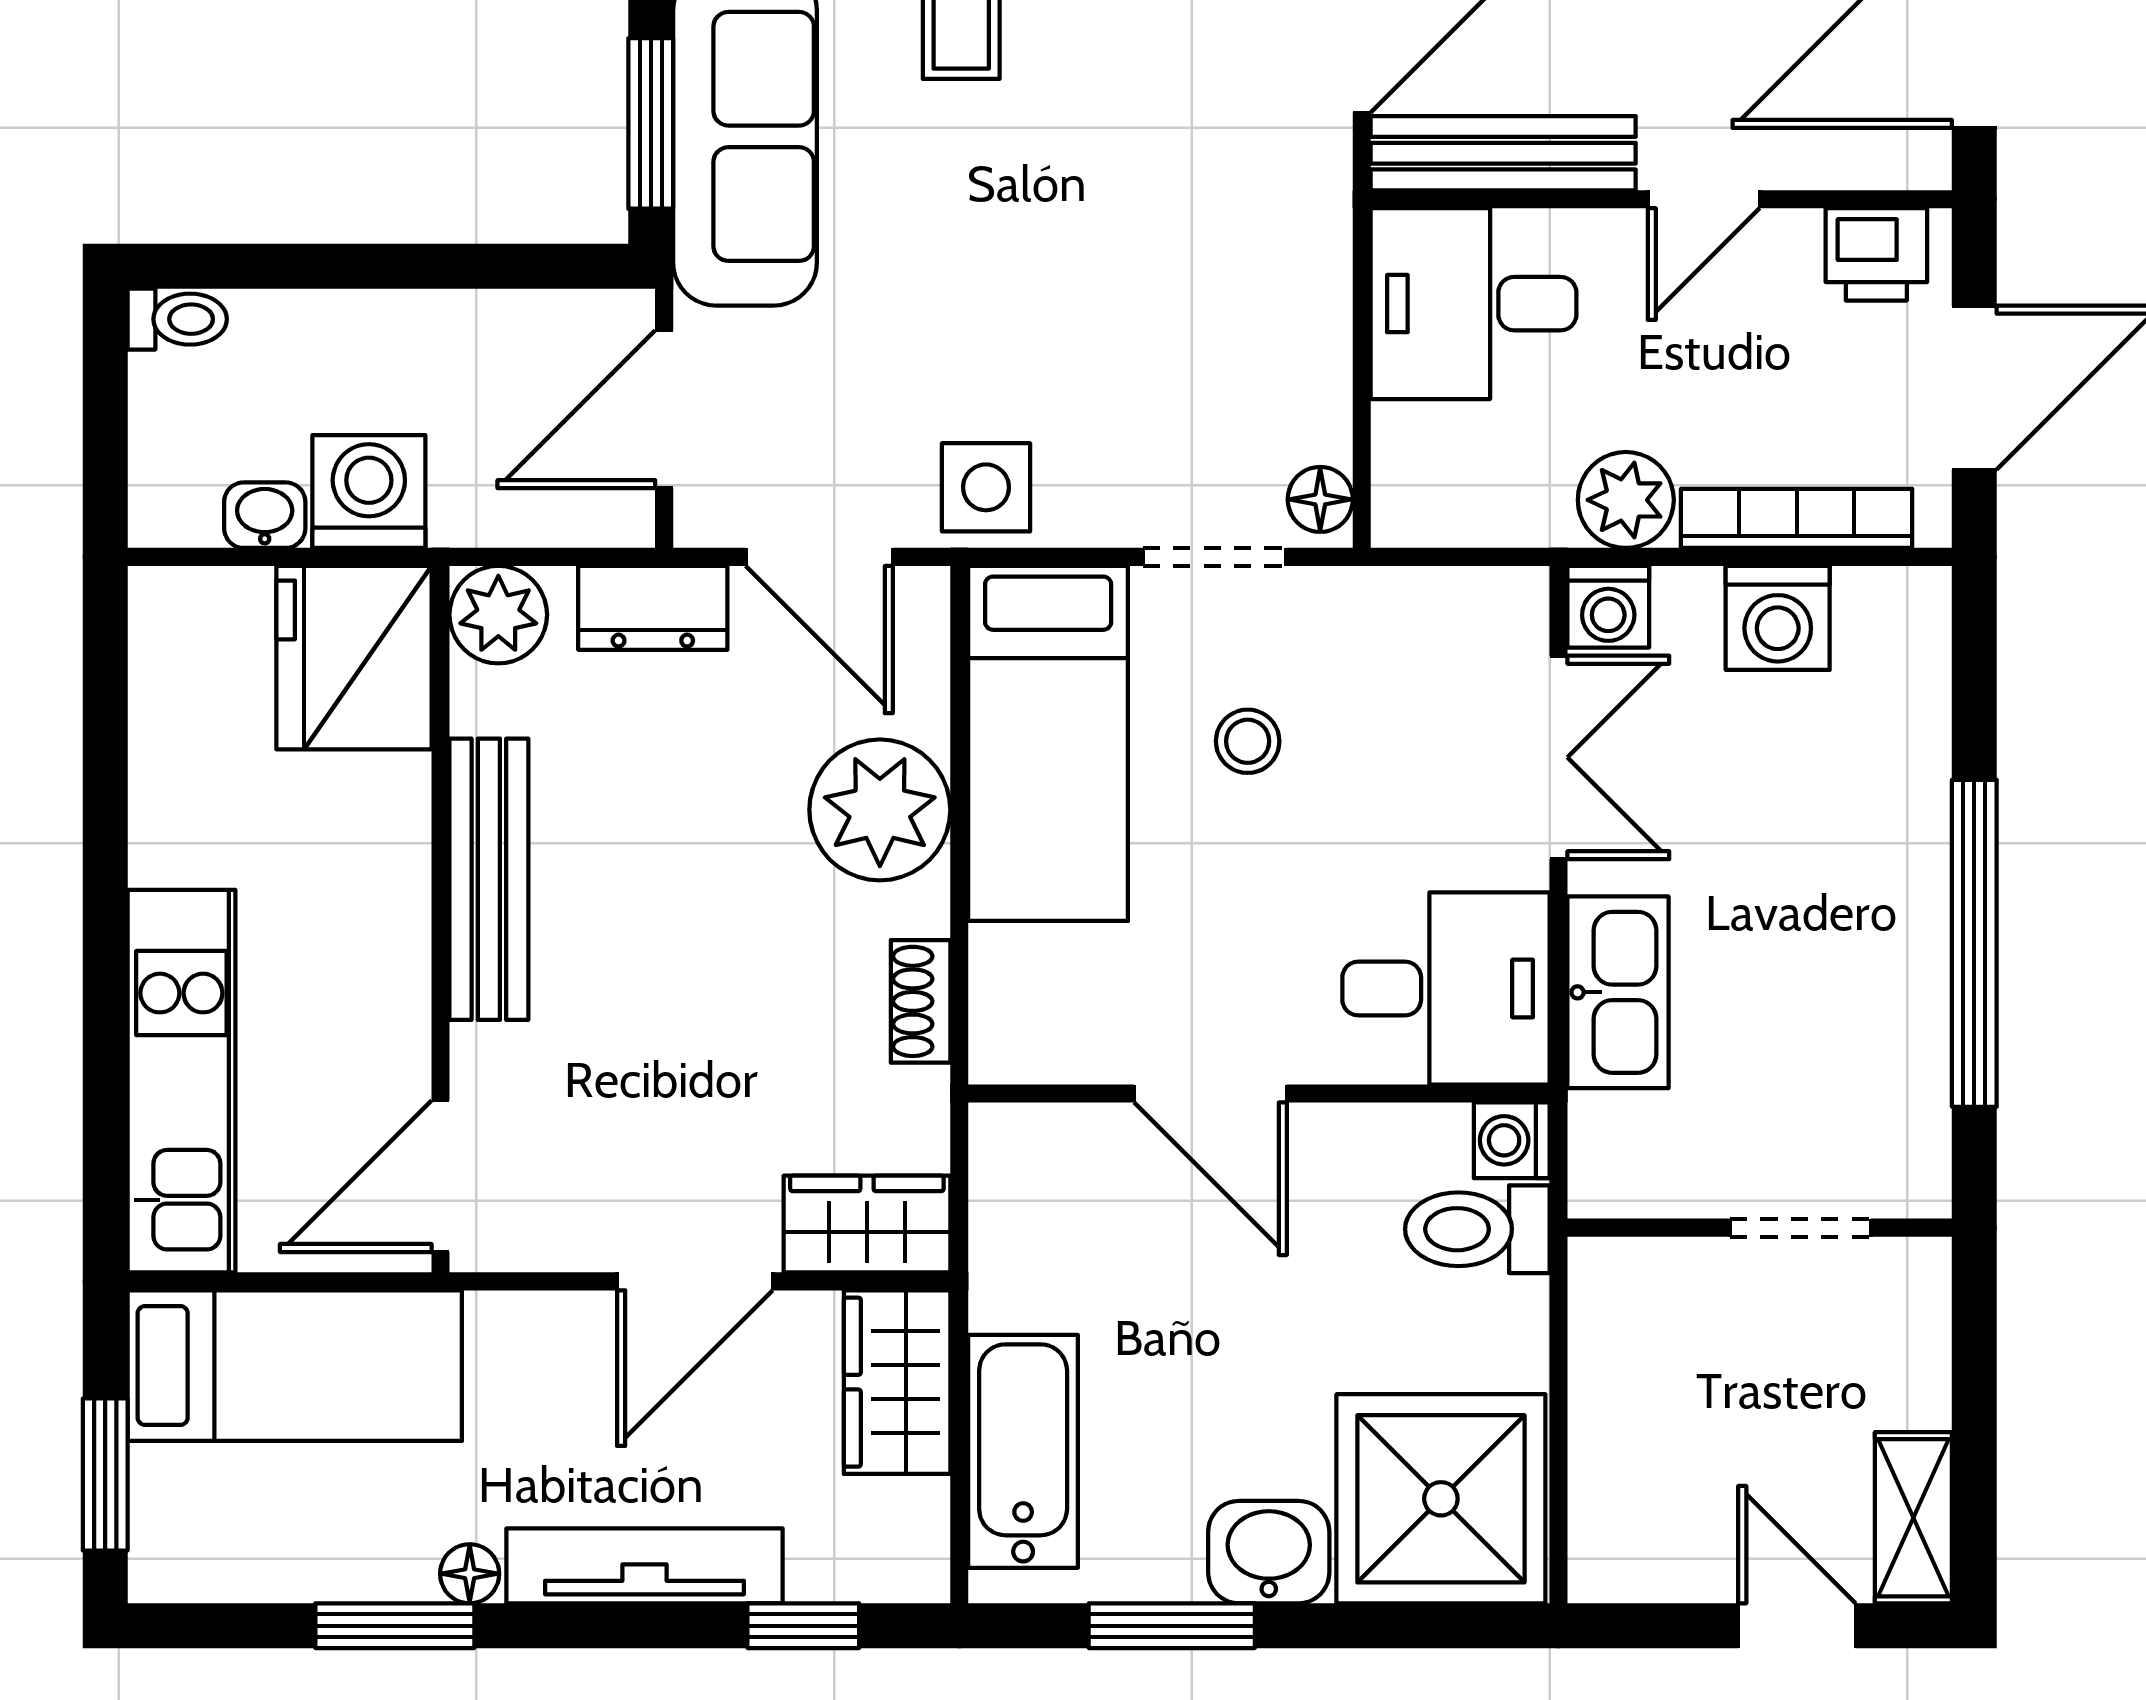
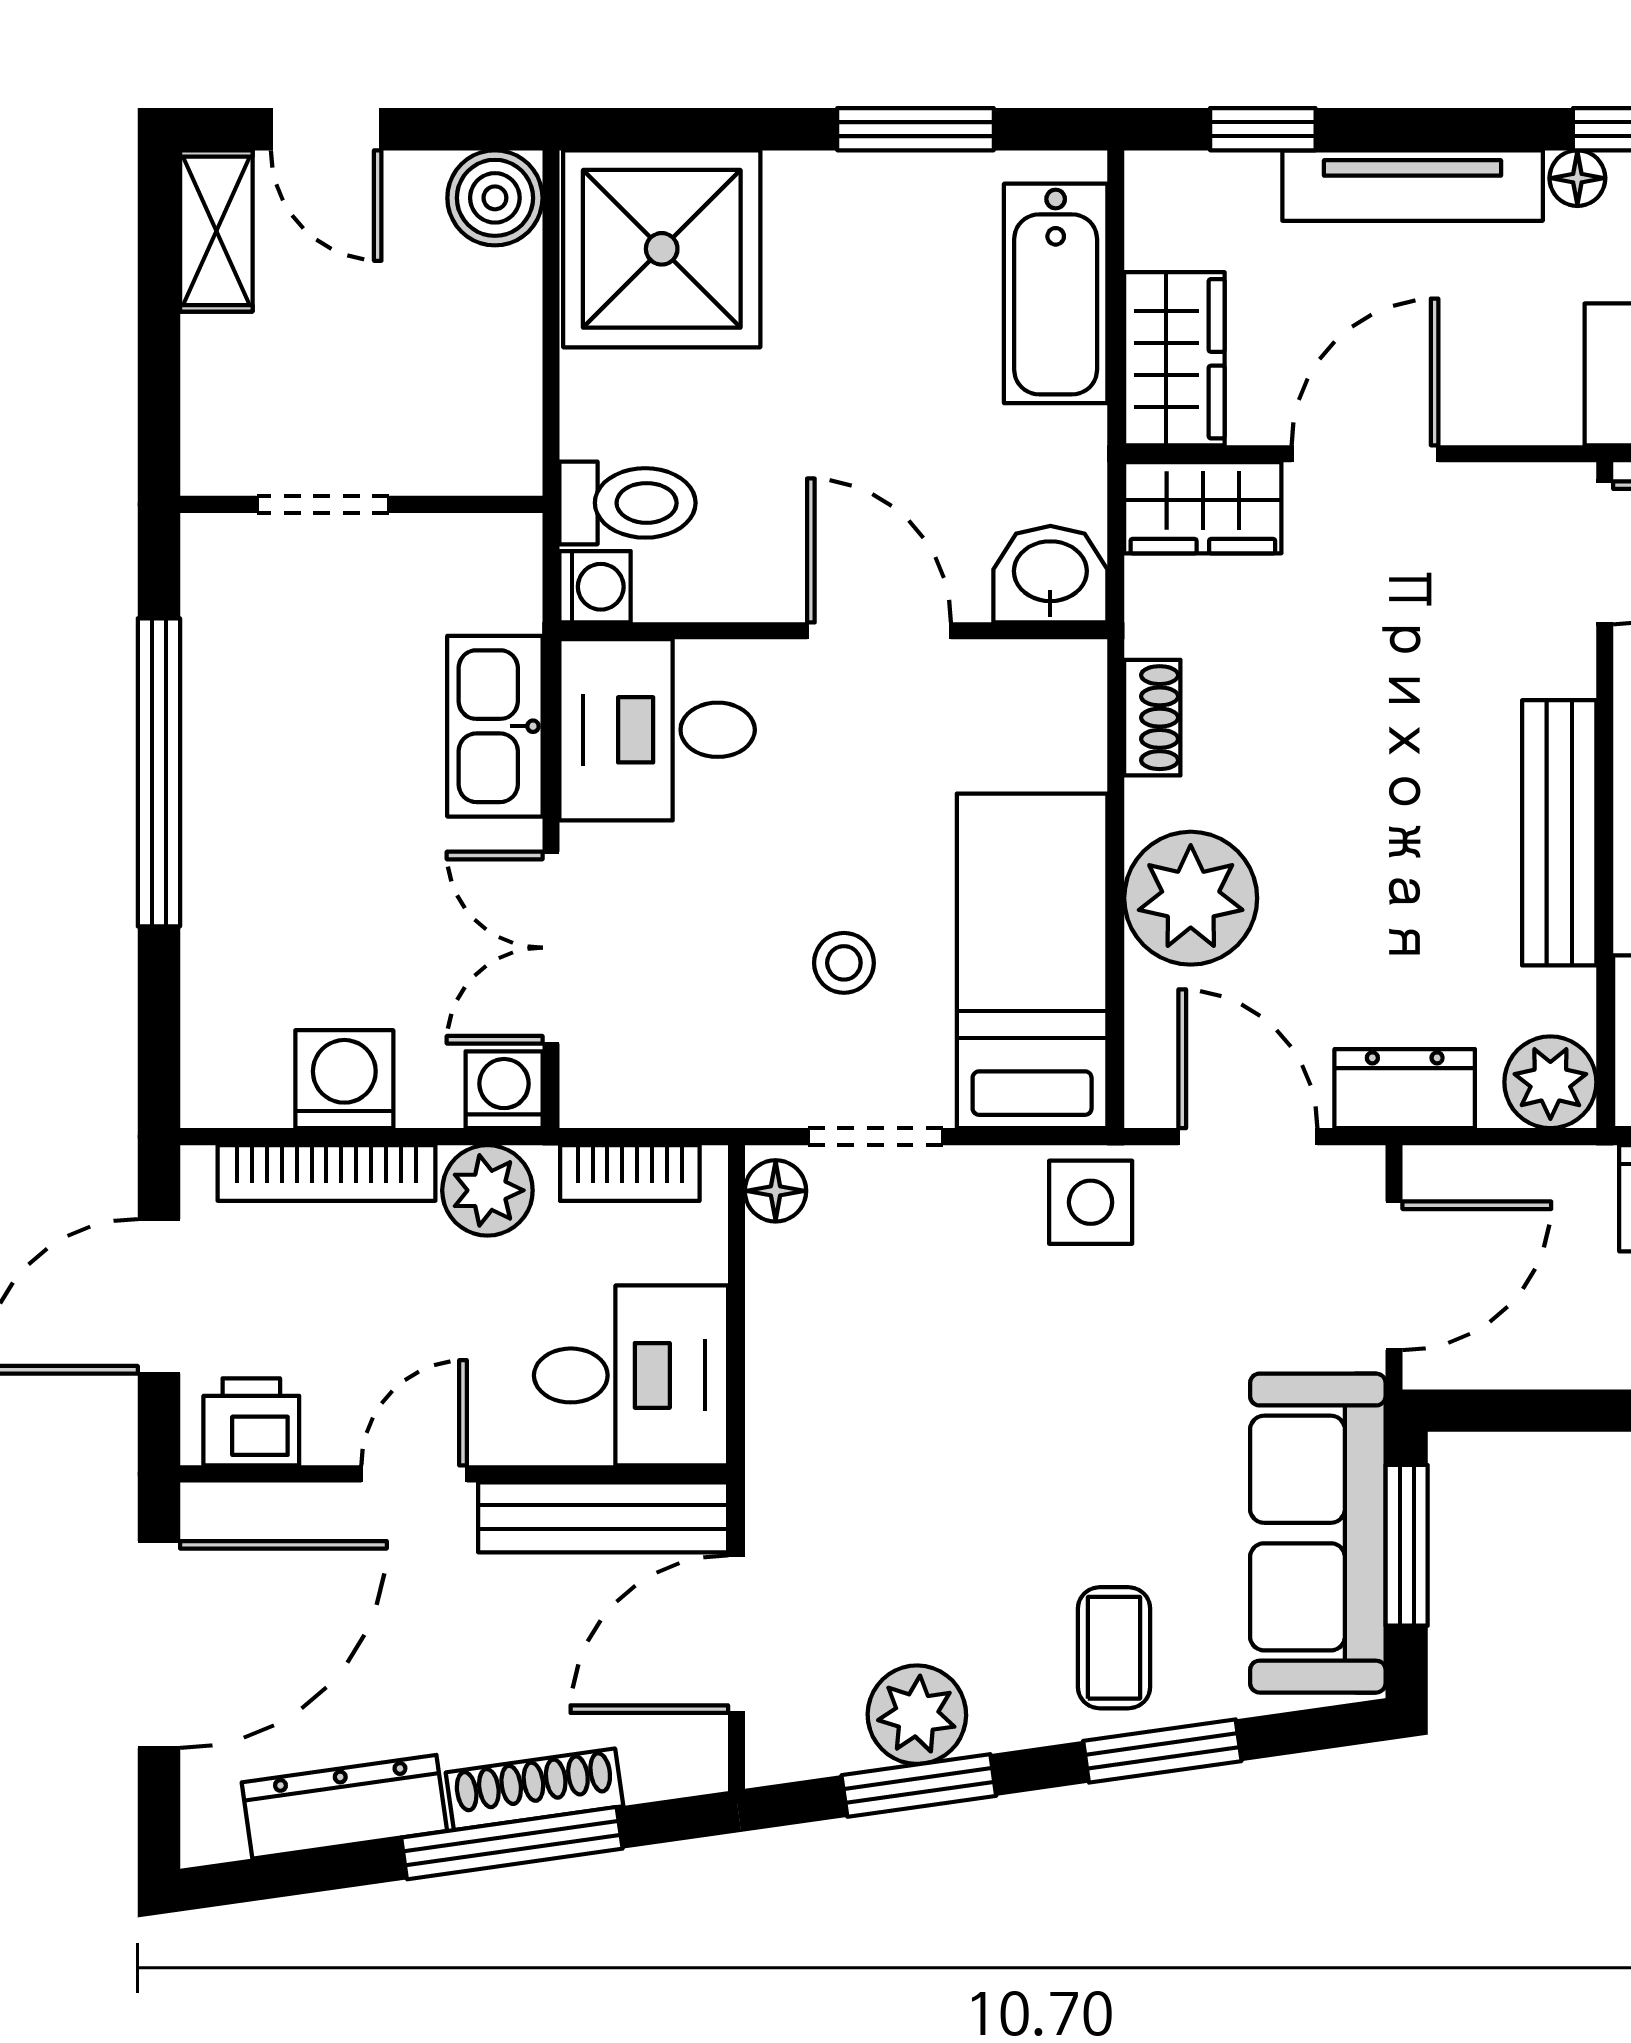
bookcase: (1475, 518) -> (630, 1173), added
washbasin: (1269, 1552) -> (1050, 574), moved, turned 180
boiler: (1618, 1553) -> (495, 198), added

